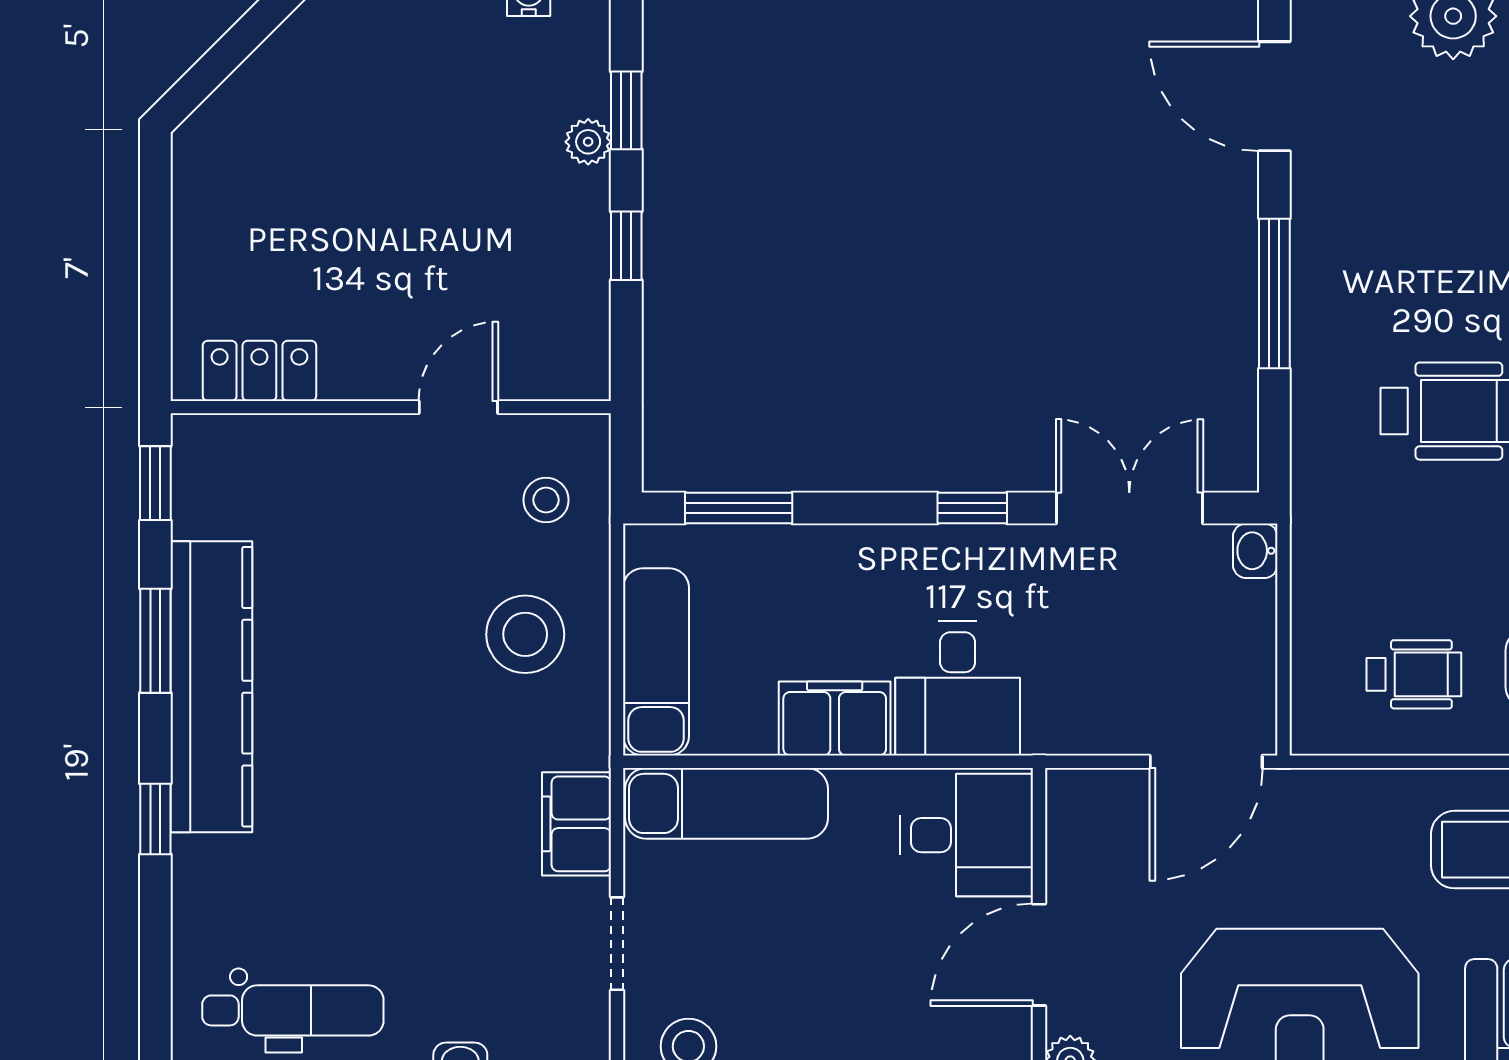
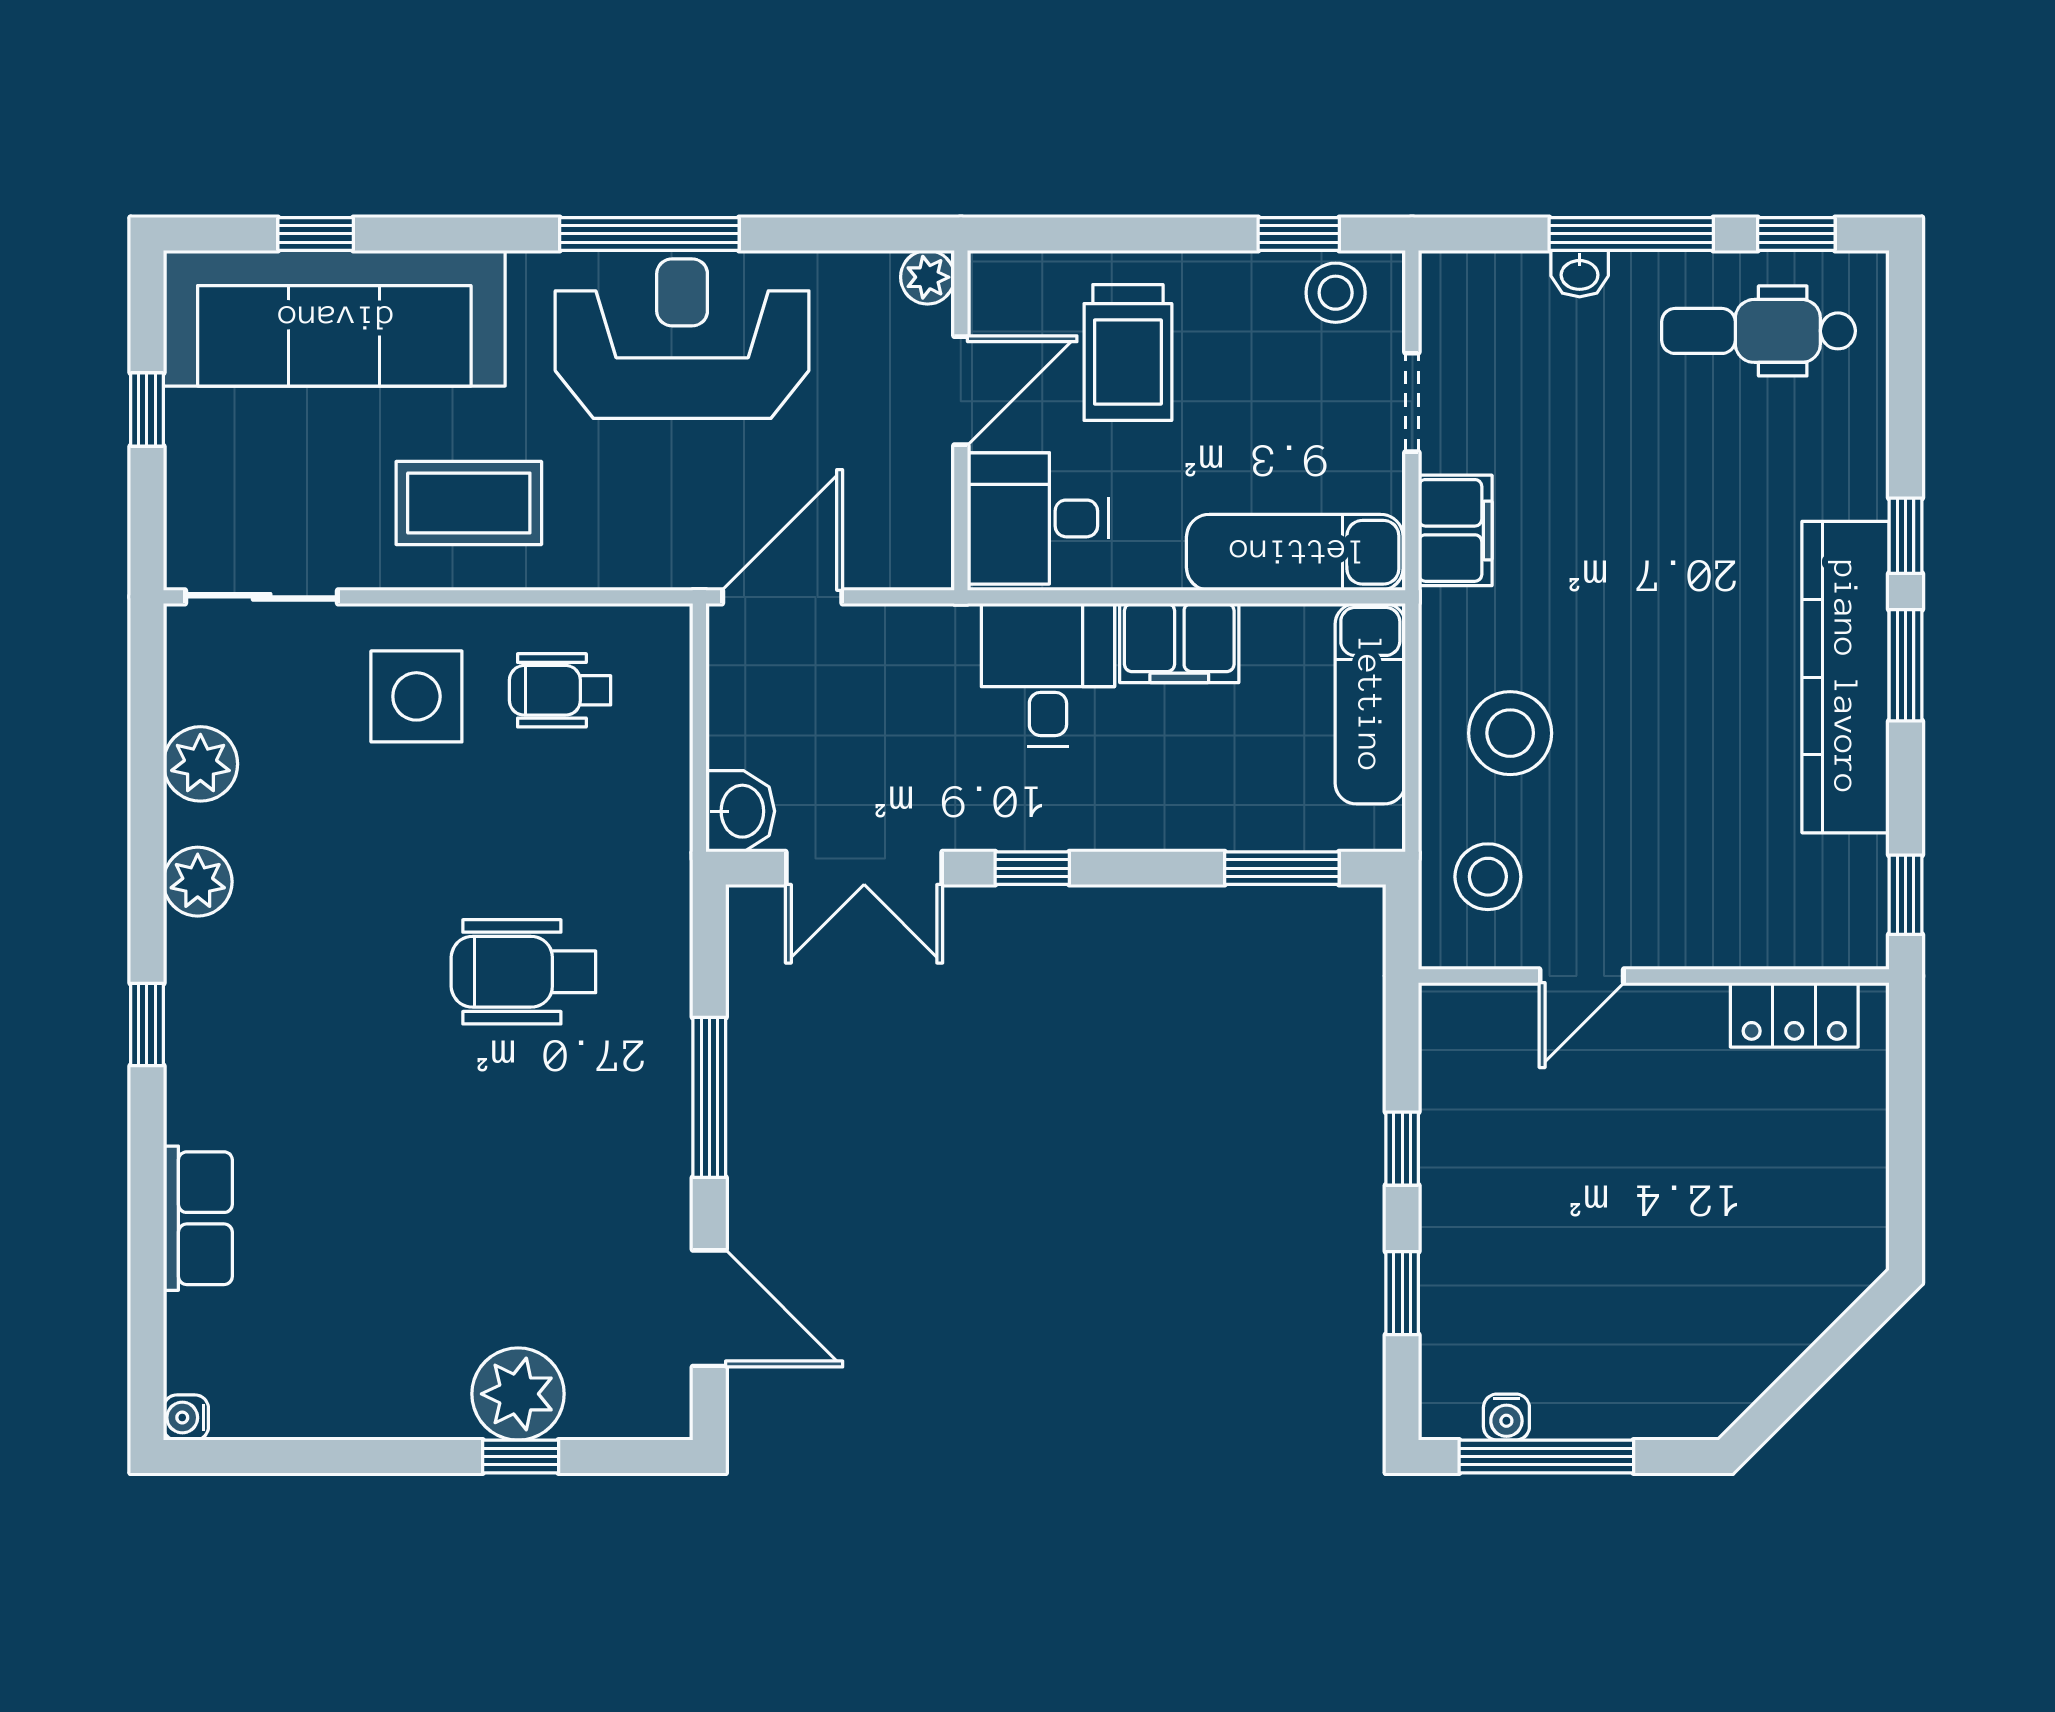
plant: (588, 142) -> (1443, 1260), removed
stool: (546, 500) -> (1488, 877), width x1.37, depth x1.37
washbasin: (1255, 551) -> (740, 811), width x1.38, depth x1.45
window: (155, 641) -> (1906, 665), moved
trolley: (883, 990) -> (1128, 352), added

